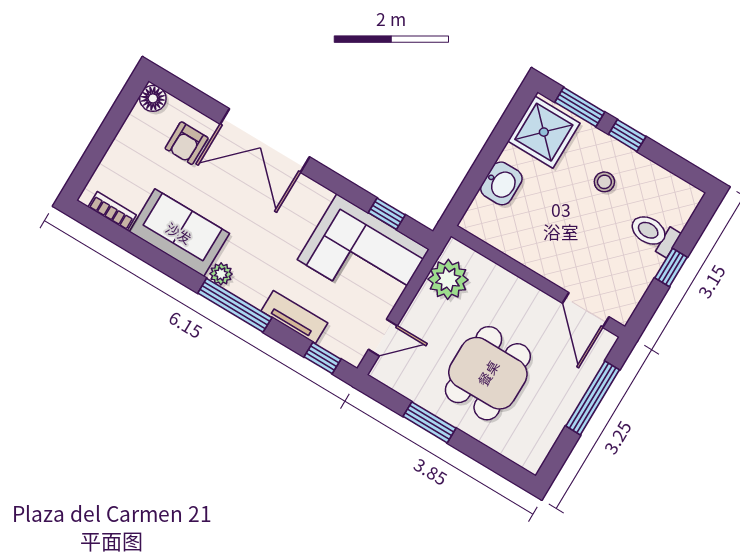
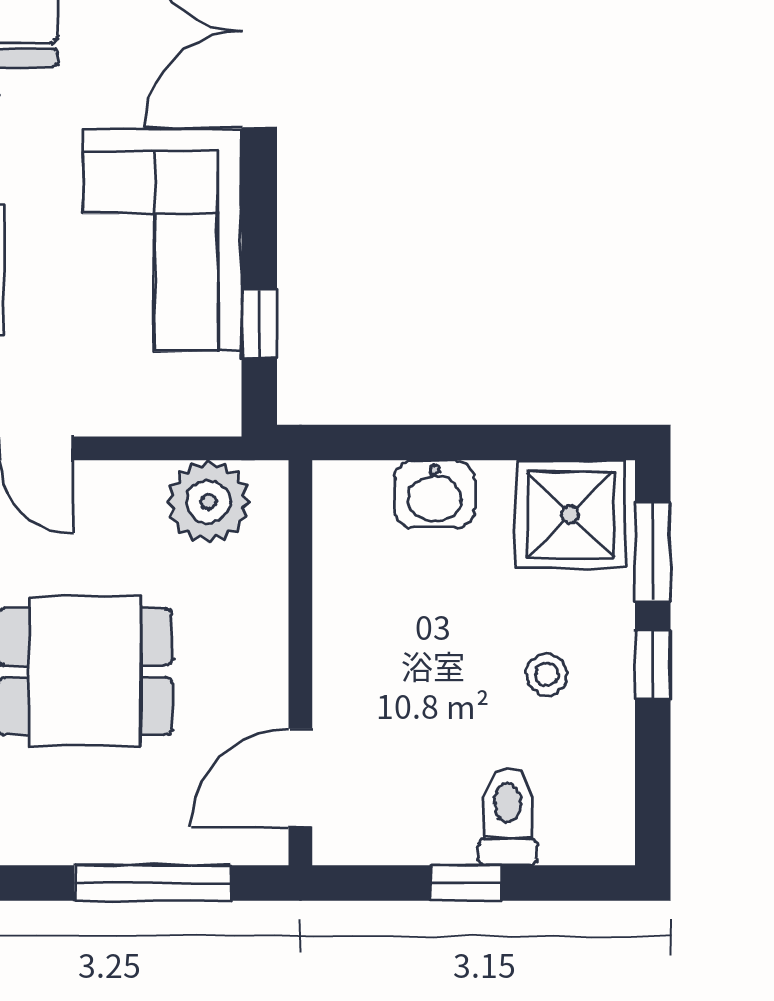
corner sofa: (363, 255) -> (162, 240), moved

